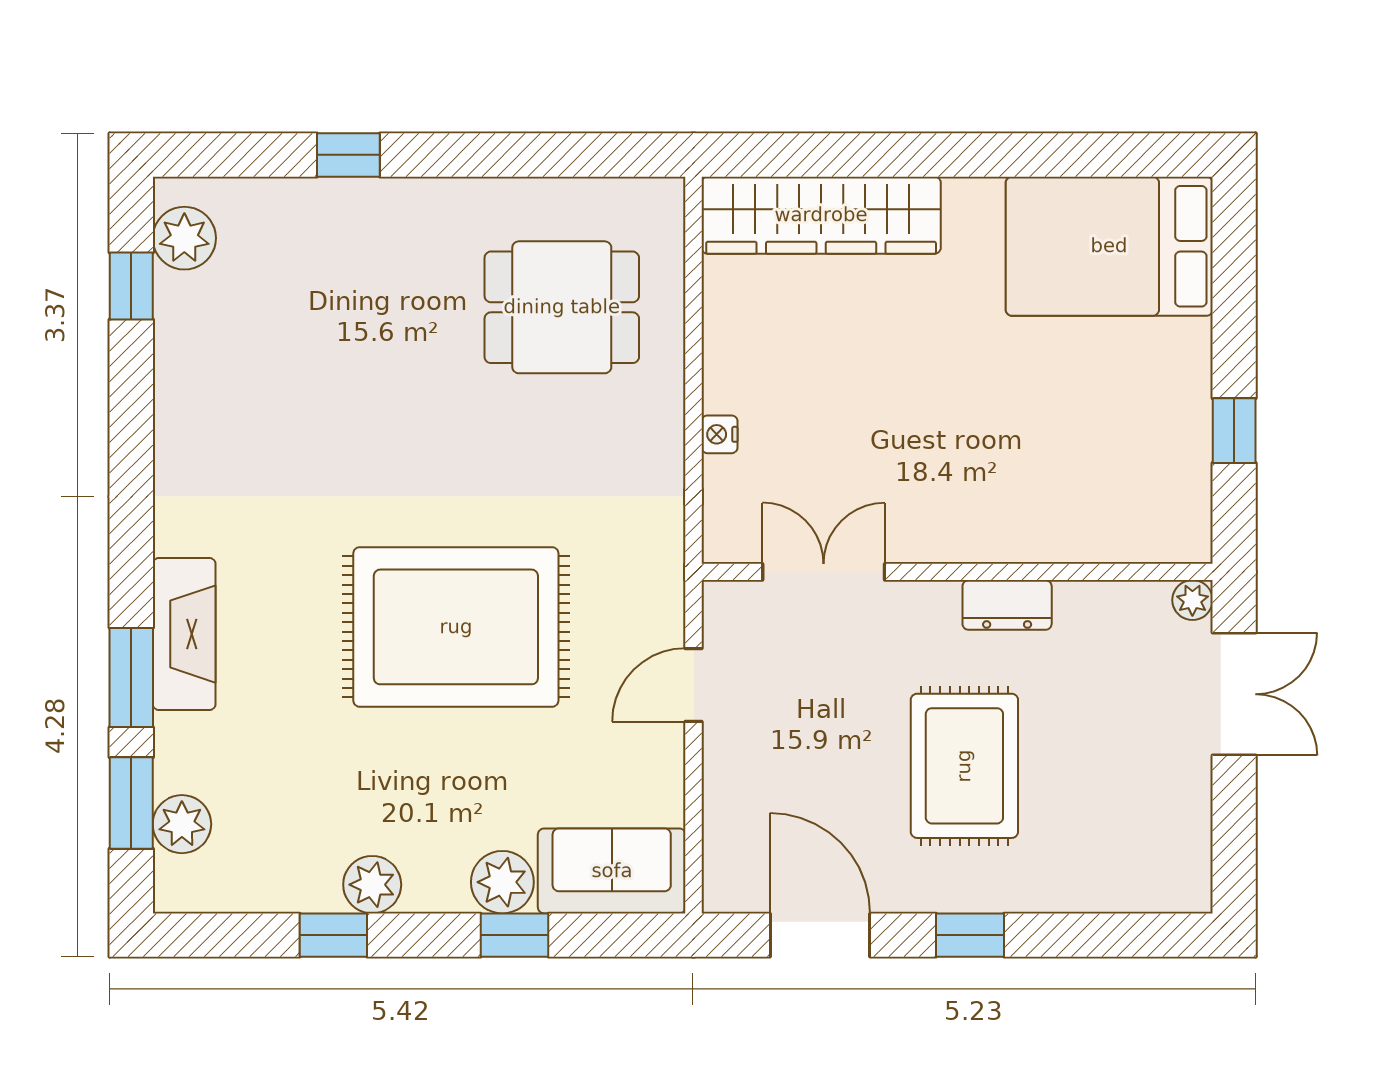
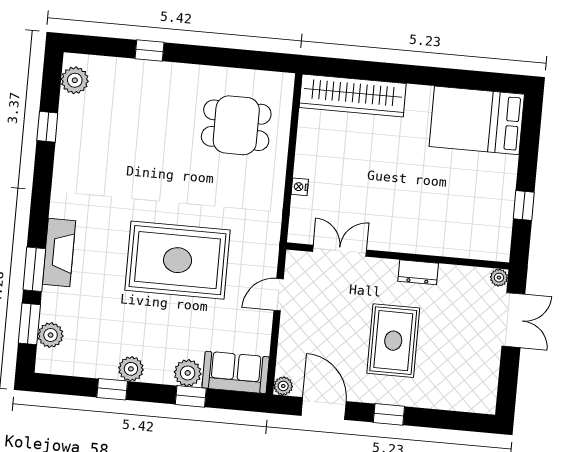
window: (131, 286) -> (47, 127), moved
plant: (723, 892) -> (283, 386), added

